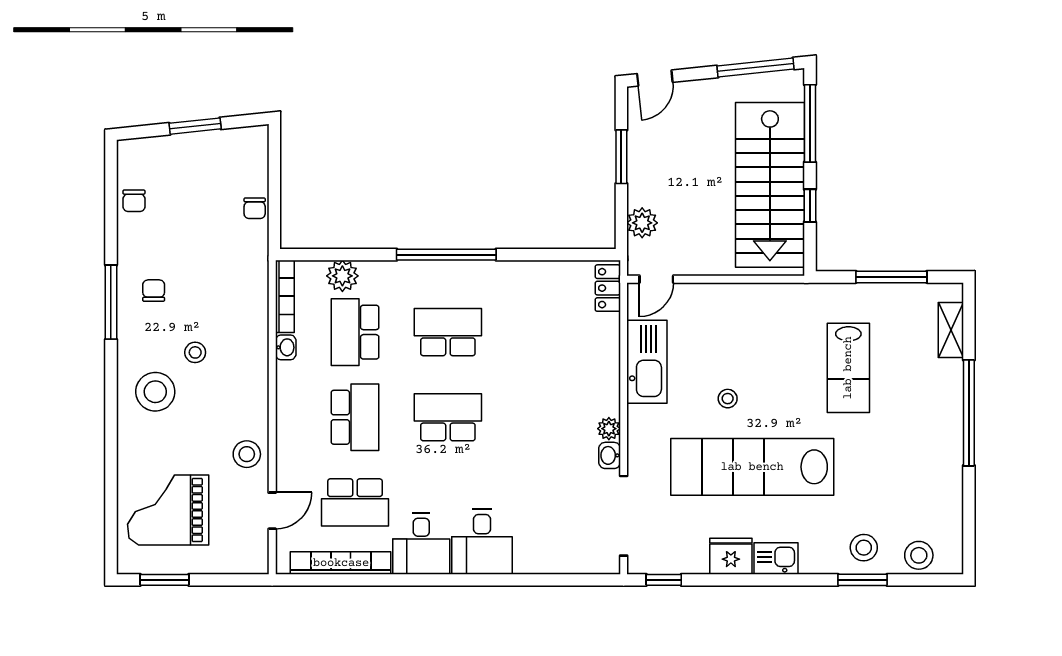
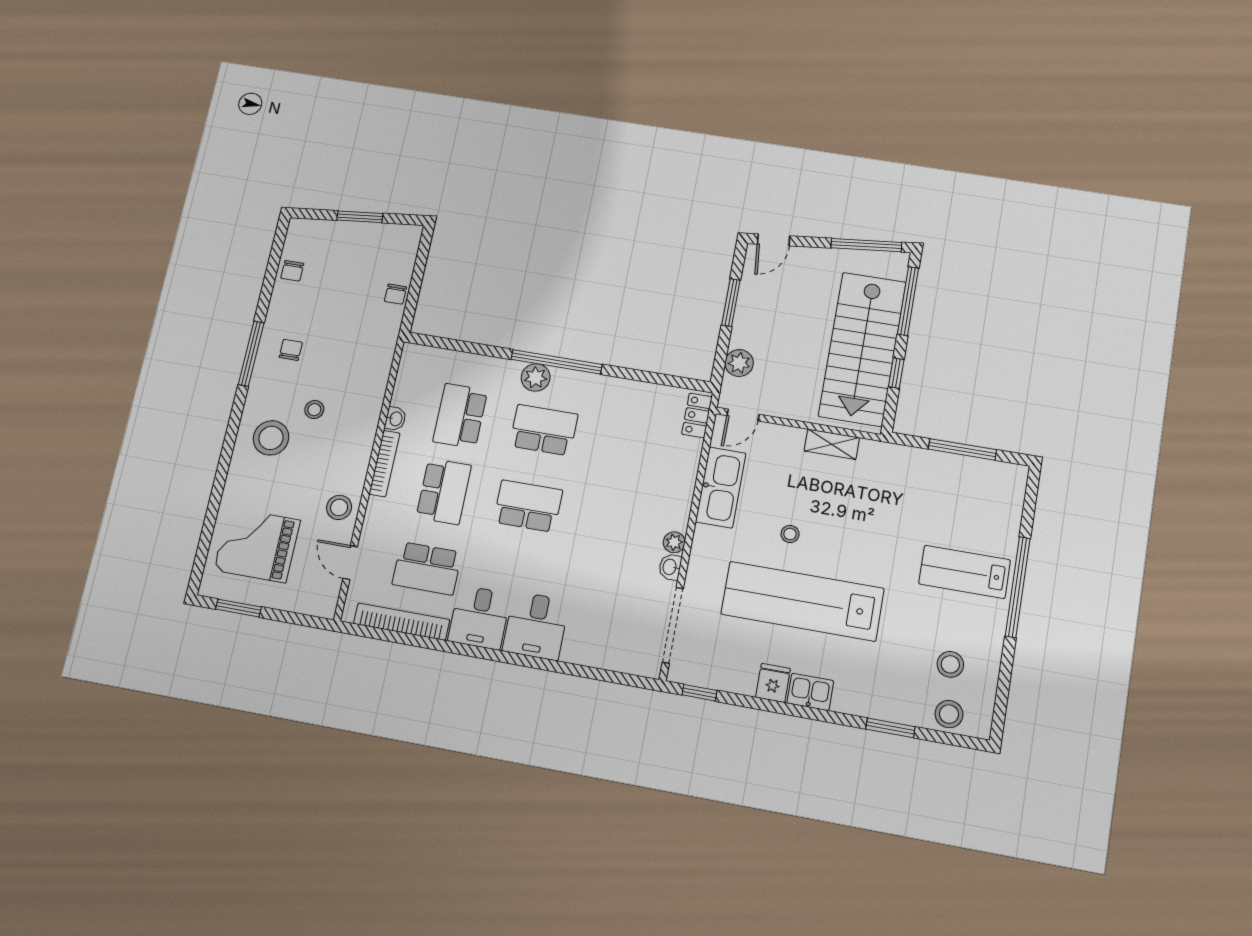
plant: (342, 276) -> (536, 377), moved
bookcase: (285, 296) -> (384, 464), moved
shelving: (951, 330) -> (832, 444), moved, turned 90
lab bench: (848, 368) -> (965, 572), moved, turned 90
door: (272, 511) -> (350, 563), swing flipped
stool: (864, 548) -> (950, 664), moved
fridge: (731, 556) -> (773, 683), width x0.72

